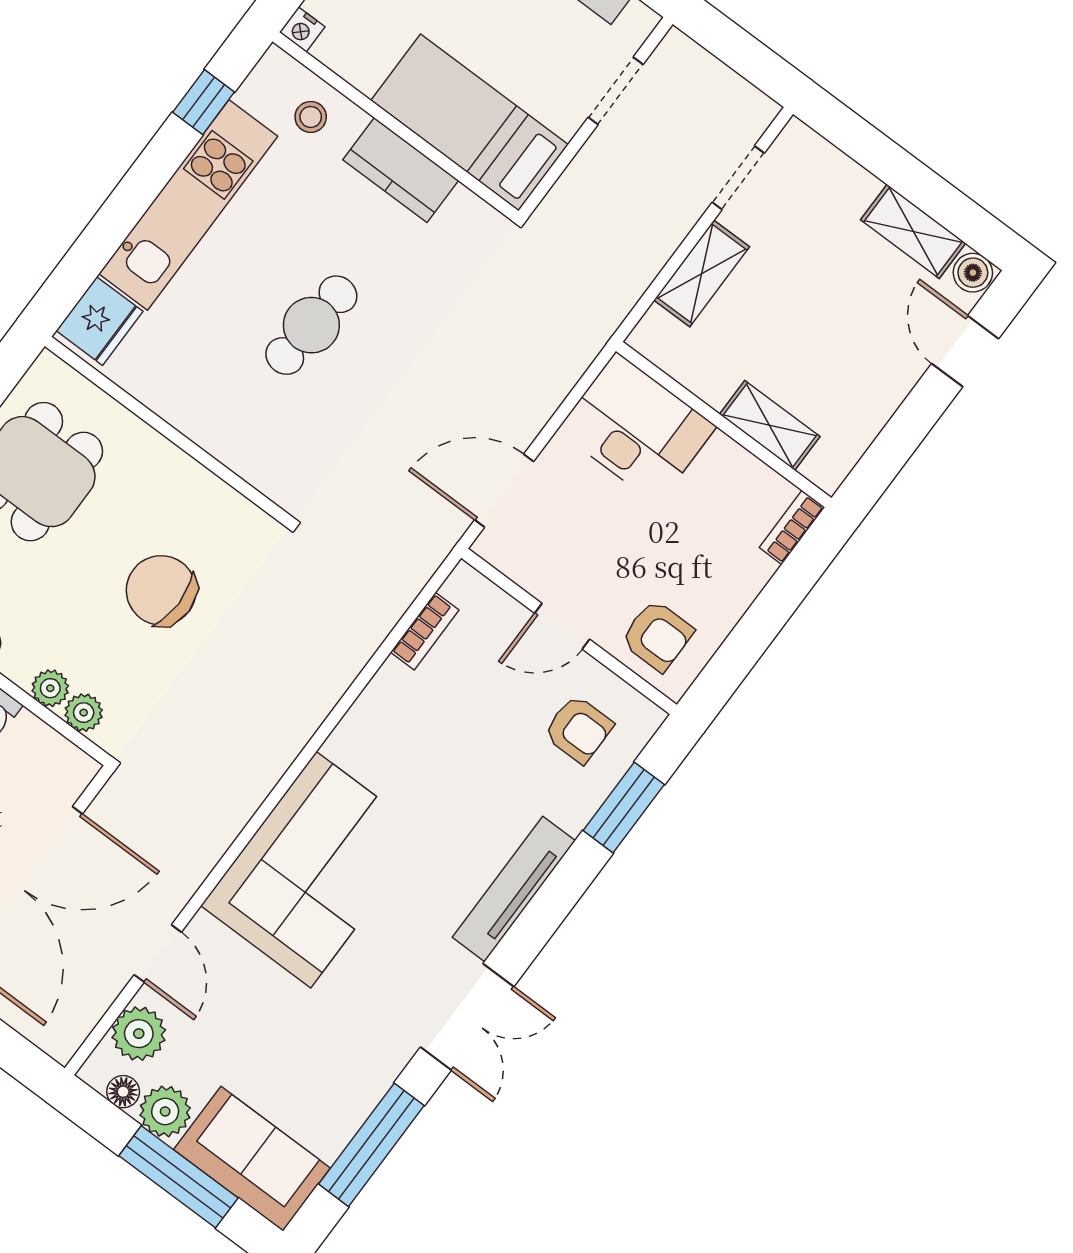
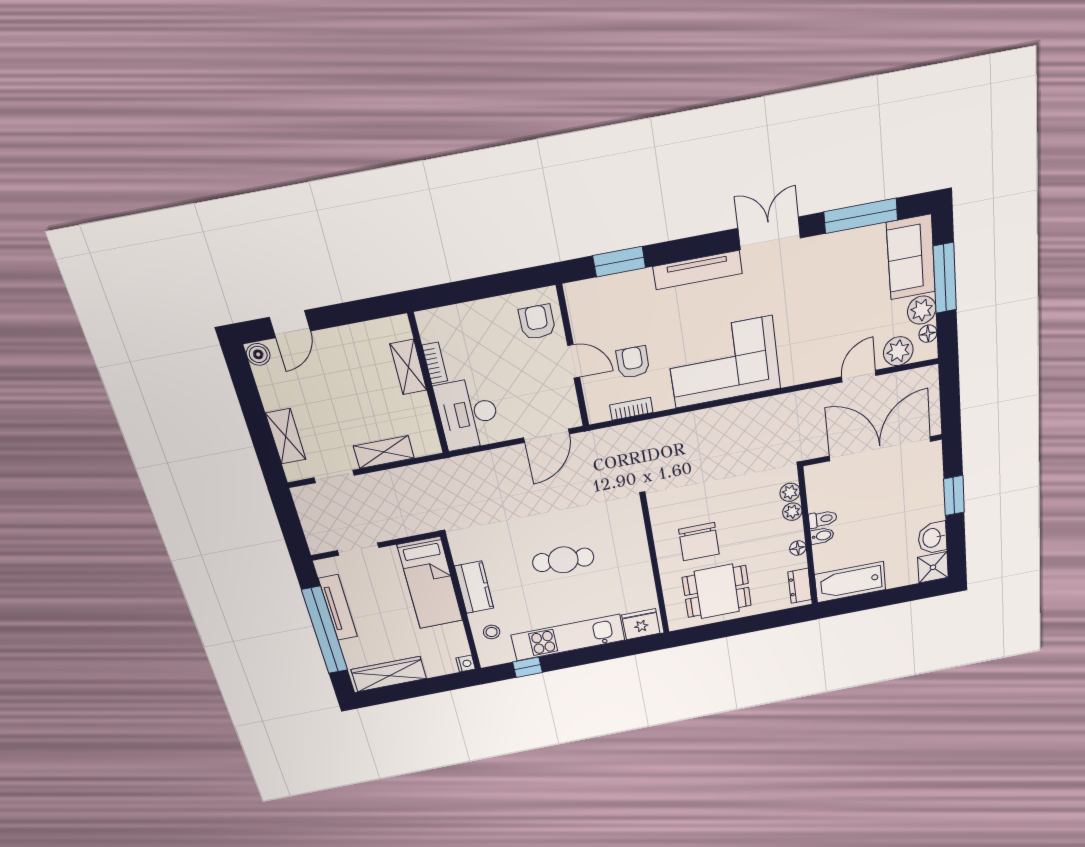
shelving: (913, 231) -> (286, 436), moved
door: (504, 491) -> (547, 436), hinge flipped
bookcase: (792, 527) -> (435, 363), moved, turned -90
chair: (161, 590) -> (699, 542), moved
armchair: (578, 729) -> (633, 362), moved
corner sofa: (313, 870) -> (724, 362), moved

